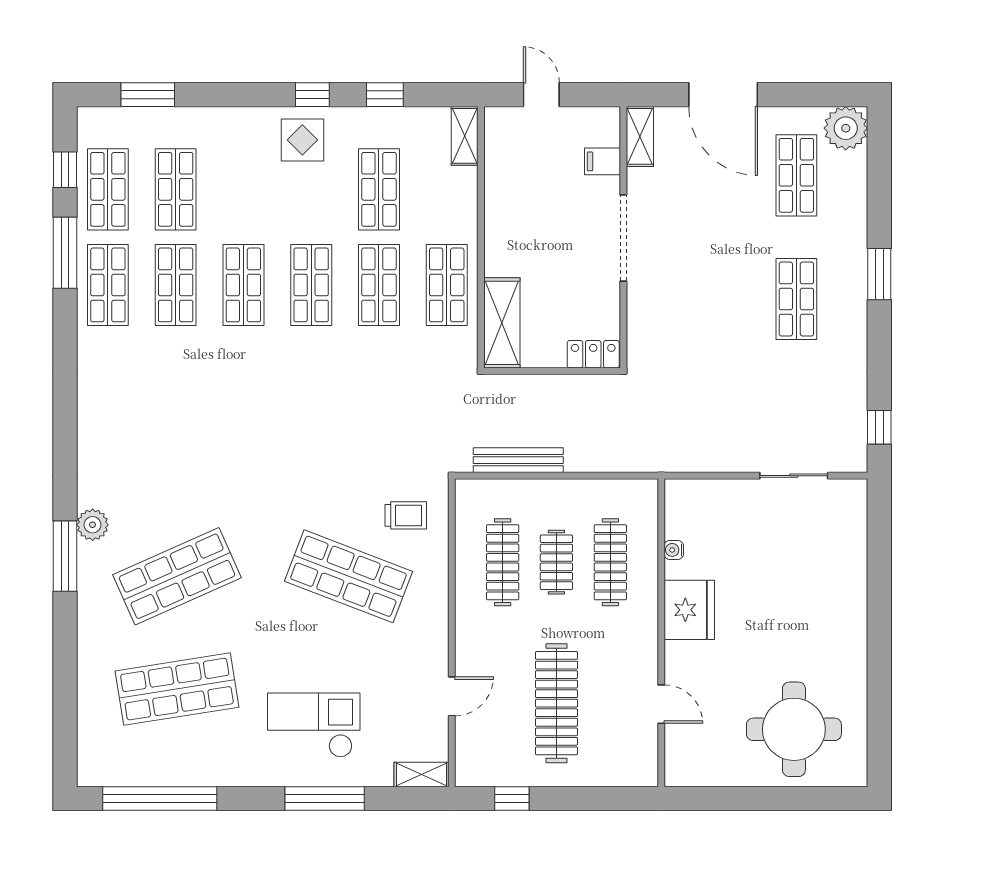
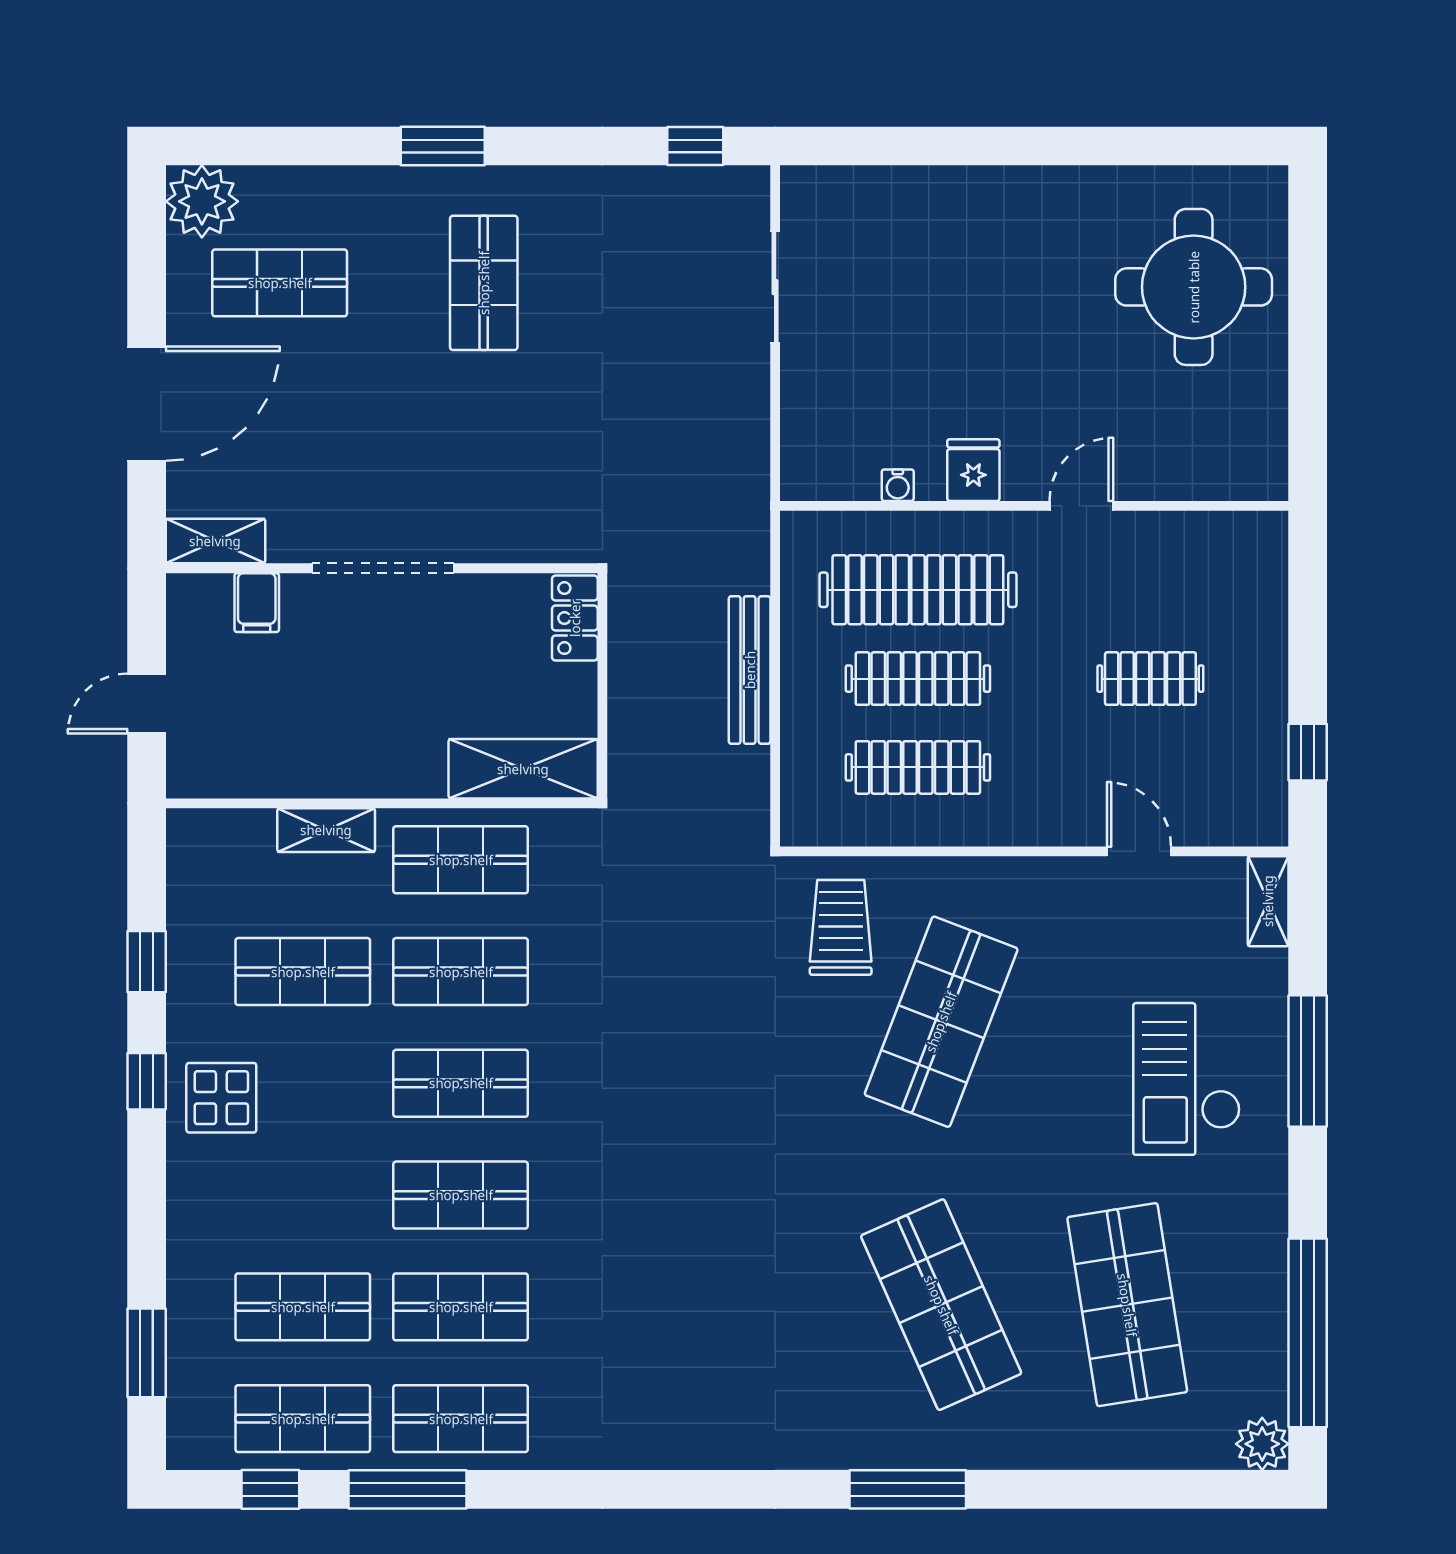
shelving: (465, 136) -> (326, 830), moved
shop shelf: (796, 299) -> (484, 283), turned 90
bench: (518, 460) -> (750, 670), moved
trolley: (406, 515) -> (841, 927), width x1.36, depth x1.39
plant: (93, 525) -> (1262, 1444), moved
clothes rail: (556, 562) -> (918, 679), width x1.36
clothes rail: (610, 562) -> (918, 590), width x1.37, depth x1.31
fridge: (689, 610) -> (973, 470), width x0.53, depth x0.75
clothes rail: (556, 703) -> (1150, 679), width x0.54, depth x0.76
door: (661, 704) -> (1081, 506), moved

